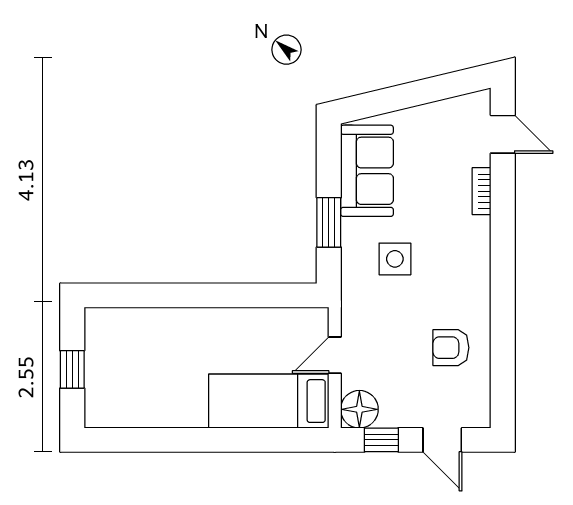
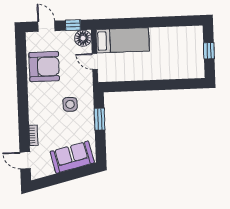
sofa: (367, 171) -> (72, 157), moved, turned 77
armchair: (451, 348) -> (44, 67), width x1.88, depth x1.88
door: (335, 355) -> (95, 61), swing flipped

